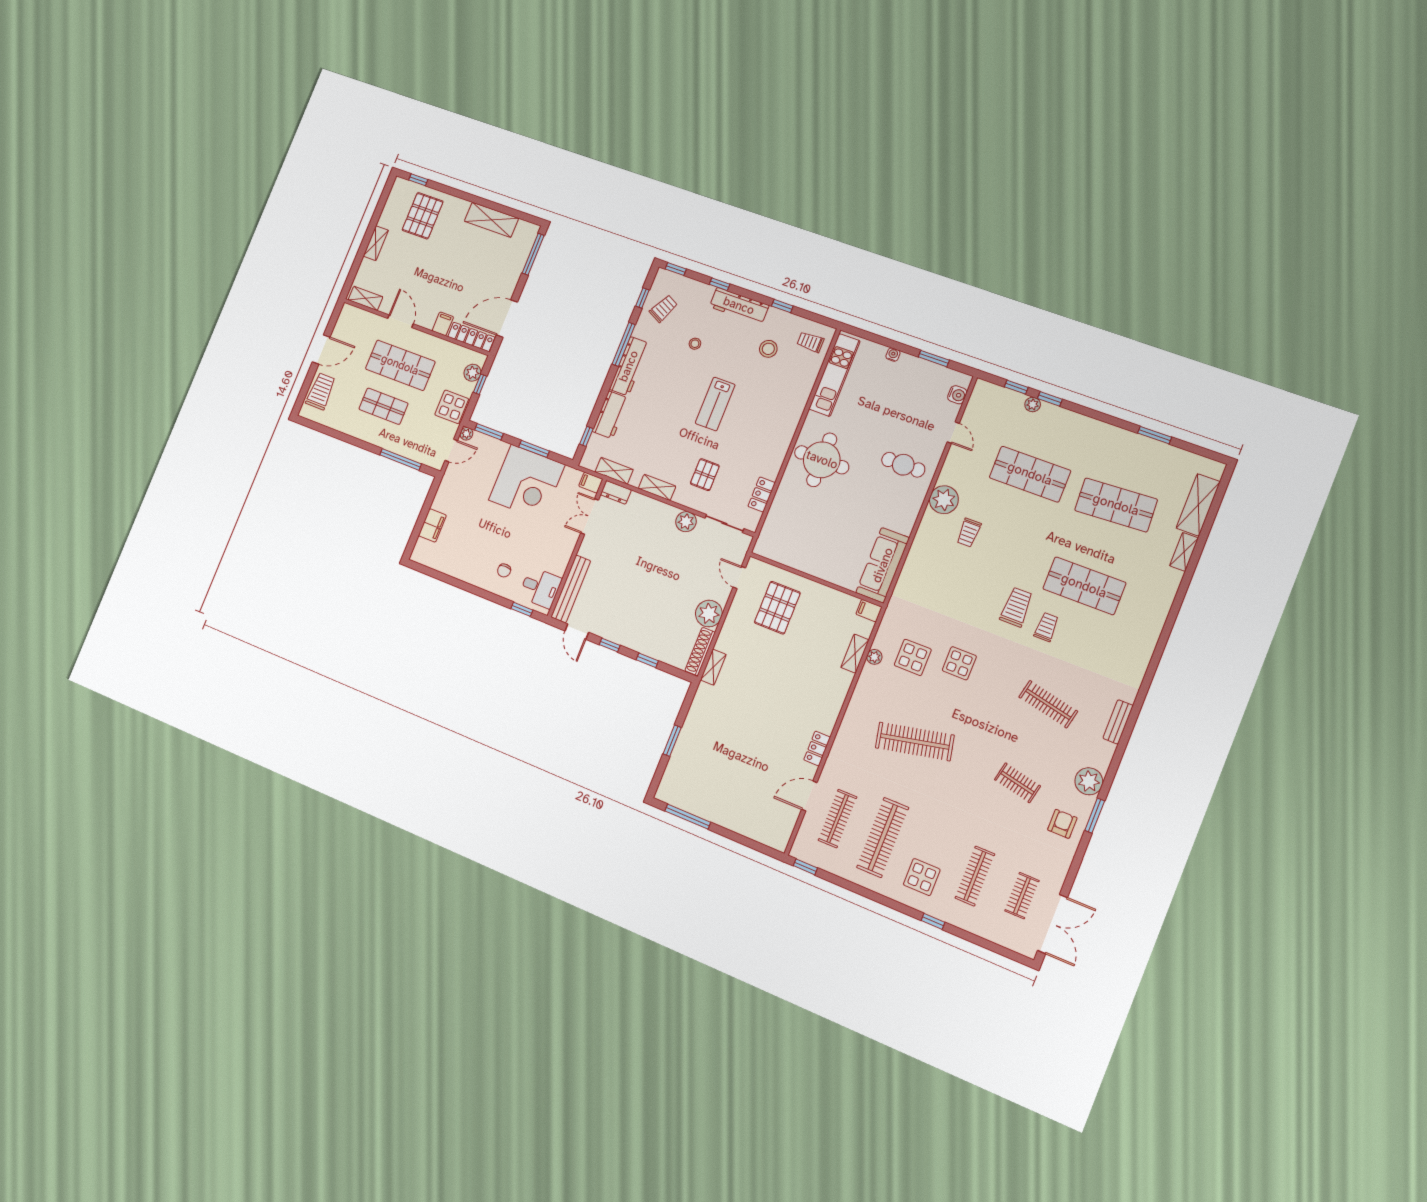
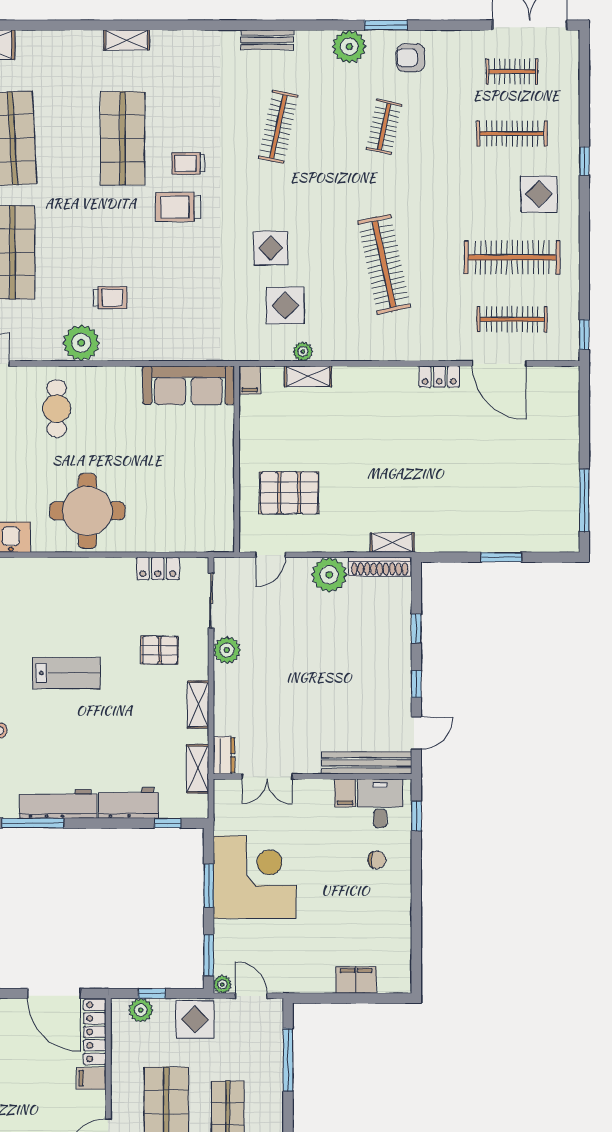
filing cabinet: (591, 483) -> (345, 793), moved
shelving: (1184, 552) -> (127, 40), moved
door: (809, 796) -> (499, 363), width x1.36

